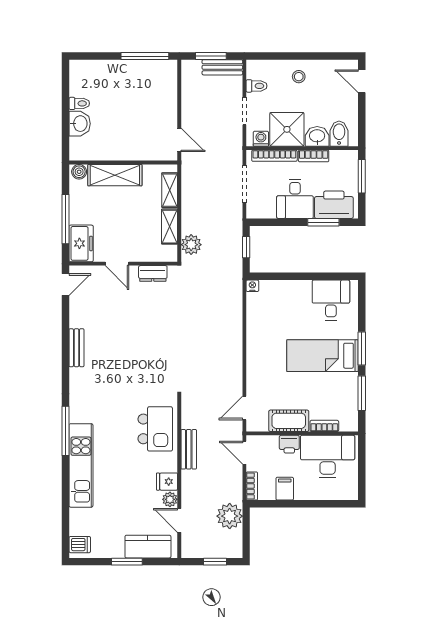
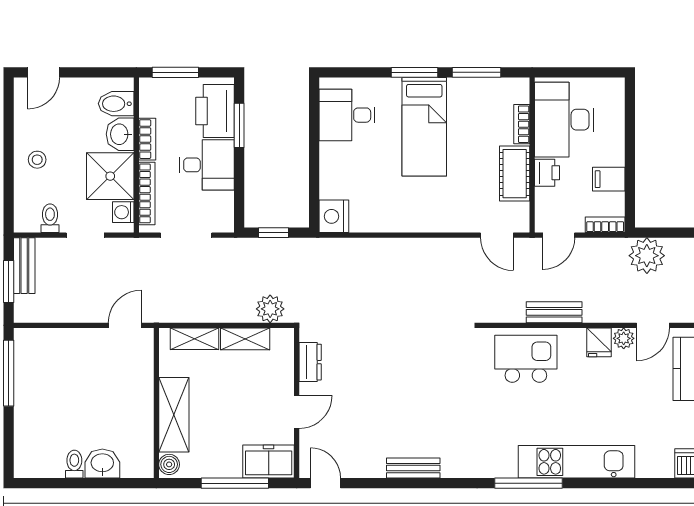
nightstand: (252, 286) -> (334, 216), width x1.89, depth x1.79

